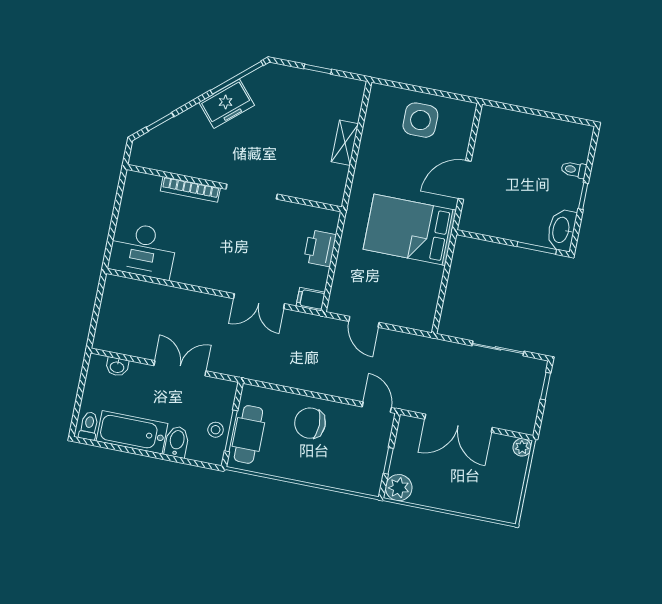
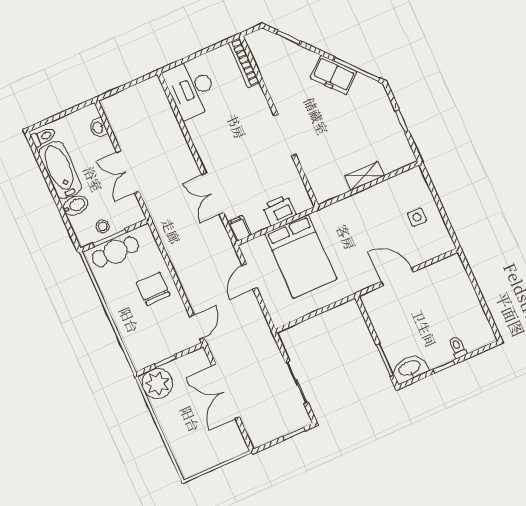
side table: (420, 120) -> (417, 217), width x0.54, depth x0.54
bookcase: (190, 189) -> (244, 63), moved
bed: (410, 230) -> (301, 256), moved, turned 180
double door: (180, 368) -> (128, 172), swing flipped
plant: (522, 447) -> (240, 447), removed
plant: (399, 488) -> (157, 384), width x1.36, depth x1.36

